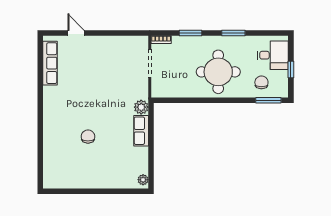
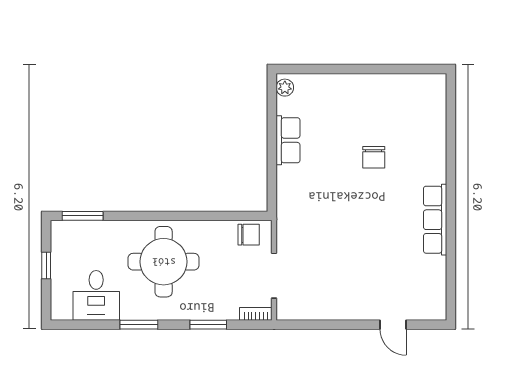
desk: (273, 55) -> (96, 295), moved, turned -90
row of seats: (50, 63) -> (435, 220), moved
chair: (261, 82) -> (249, 235), moved, turned -90
plant: (141, 107) -> (288, 205), removed
row of seats: (141, 131) -> (288, 140), moved

